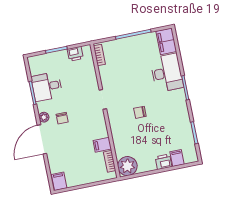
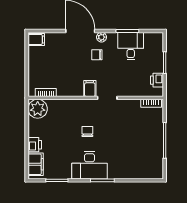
filing cabinet: (166, 41) -> (151, 171), removed
desk: (167, 73) -> (89, 165), moved
filing cabinet: (102, 145) -> (90, 89), moved
filing cabinet: (177, 158) -> (36, 164), width x2.00

